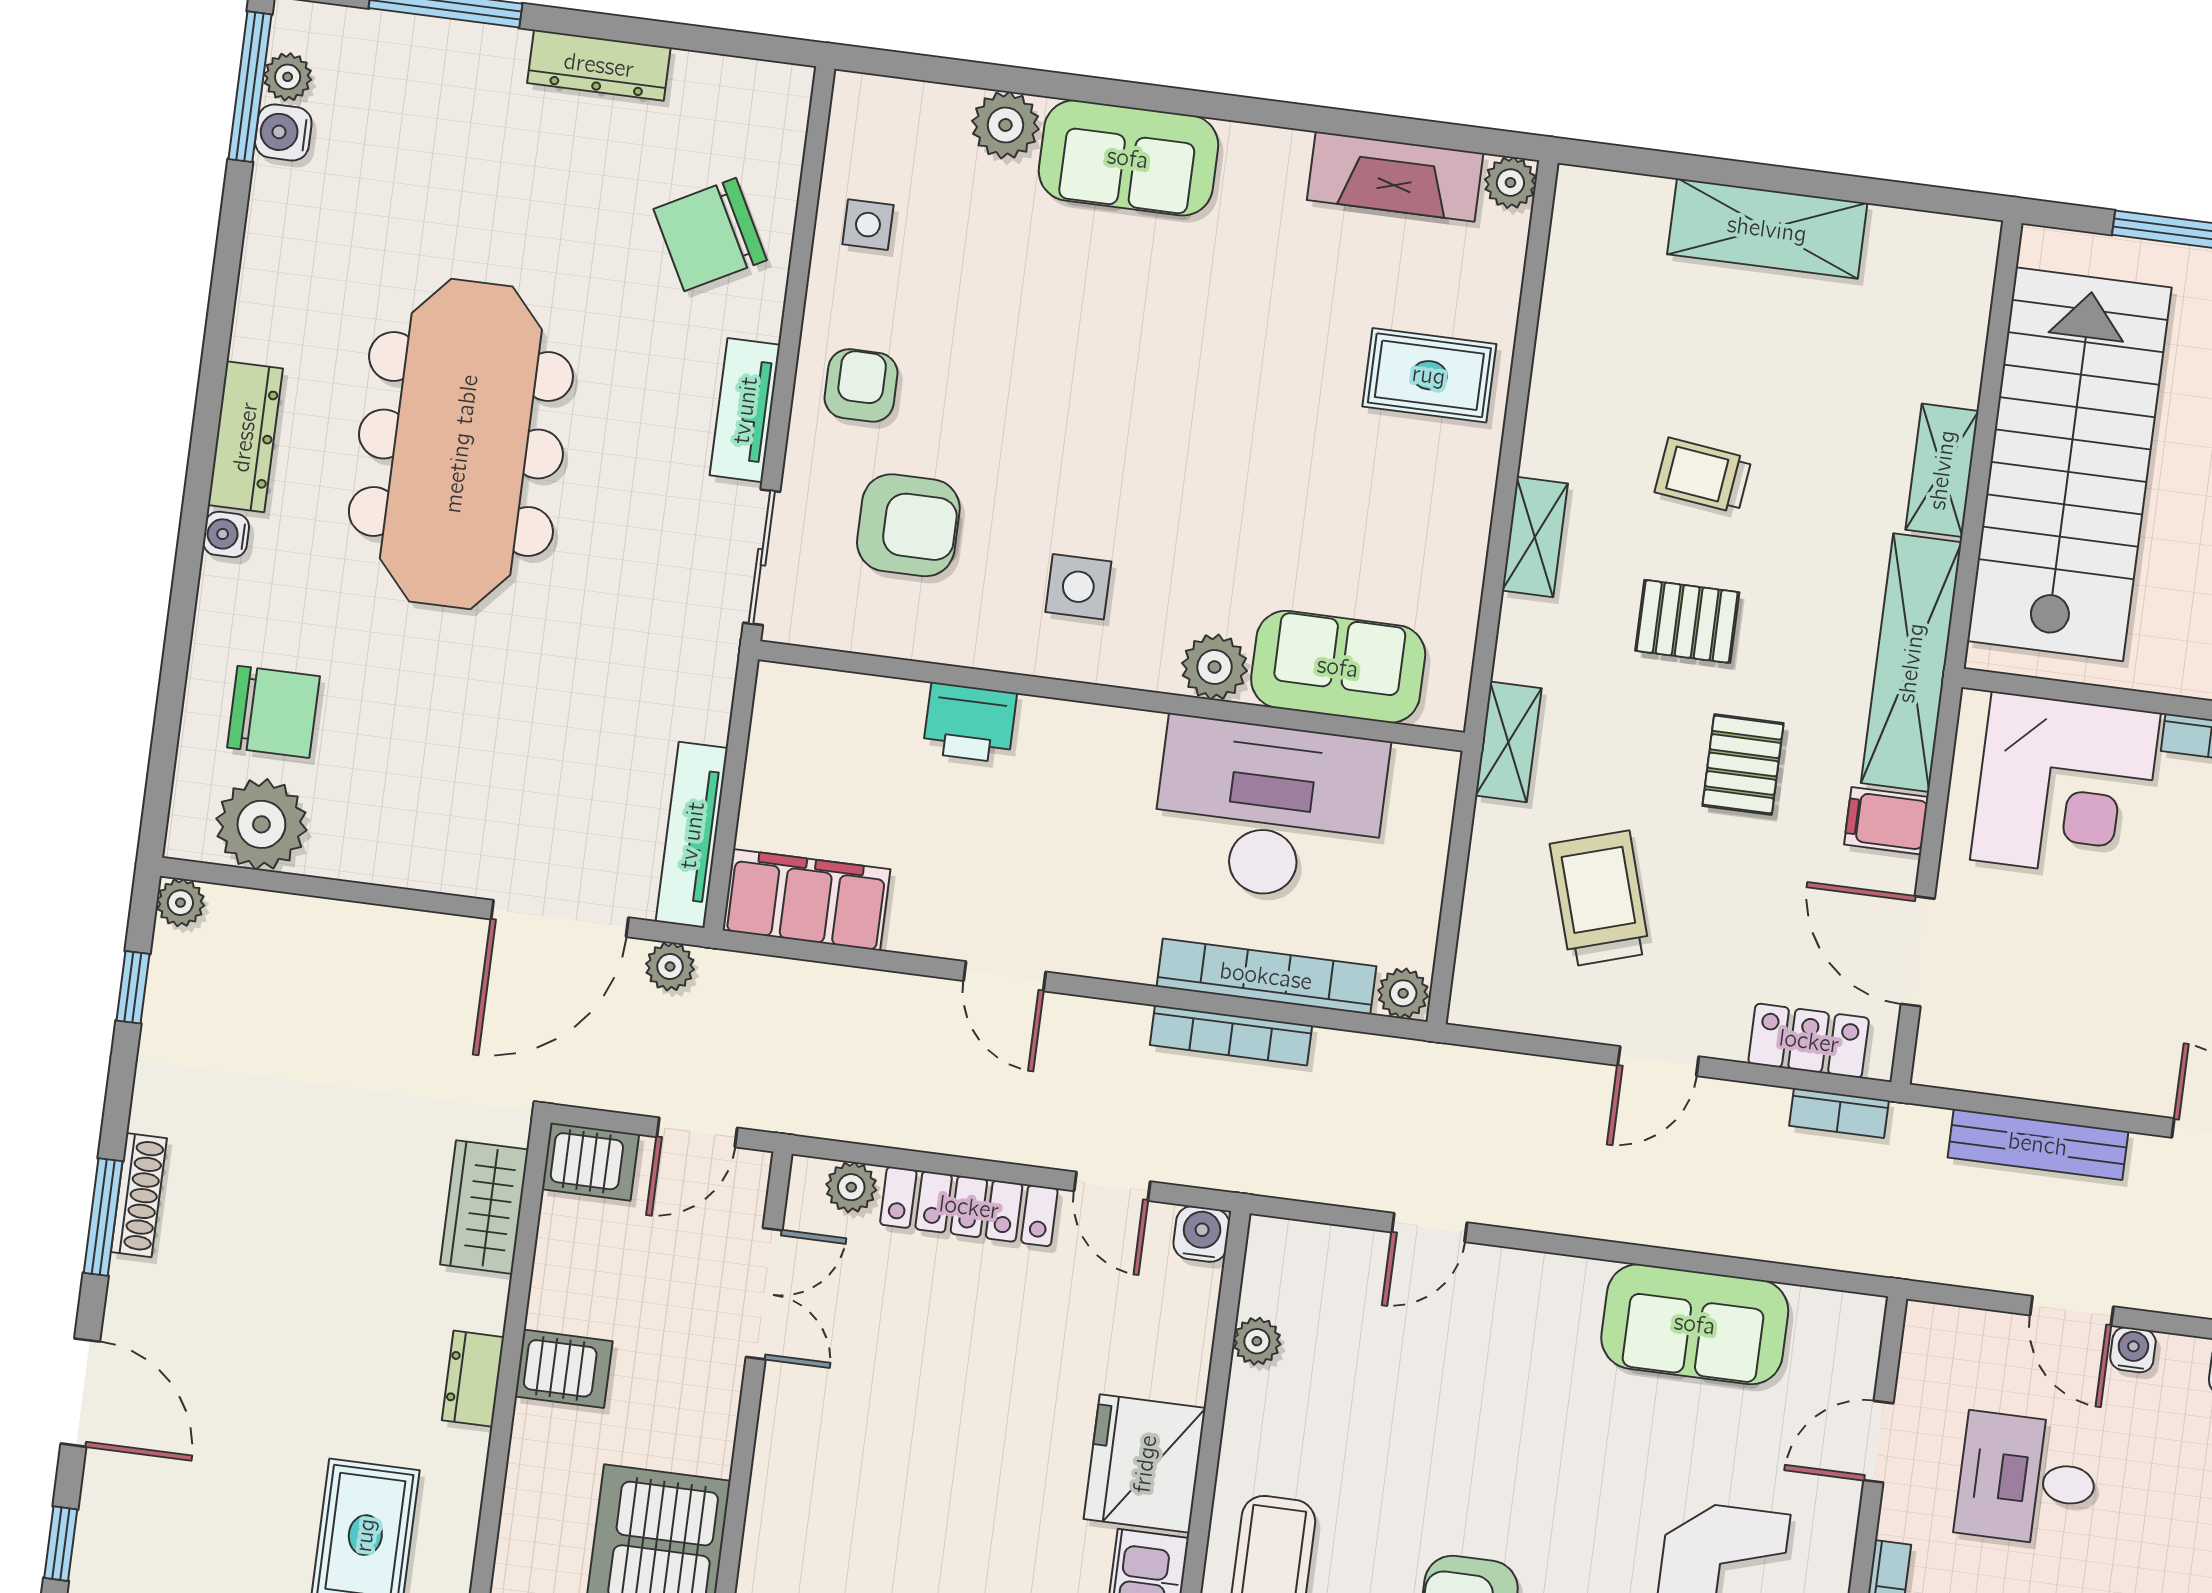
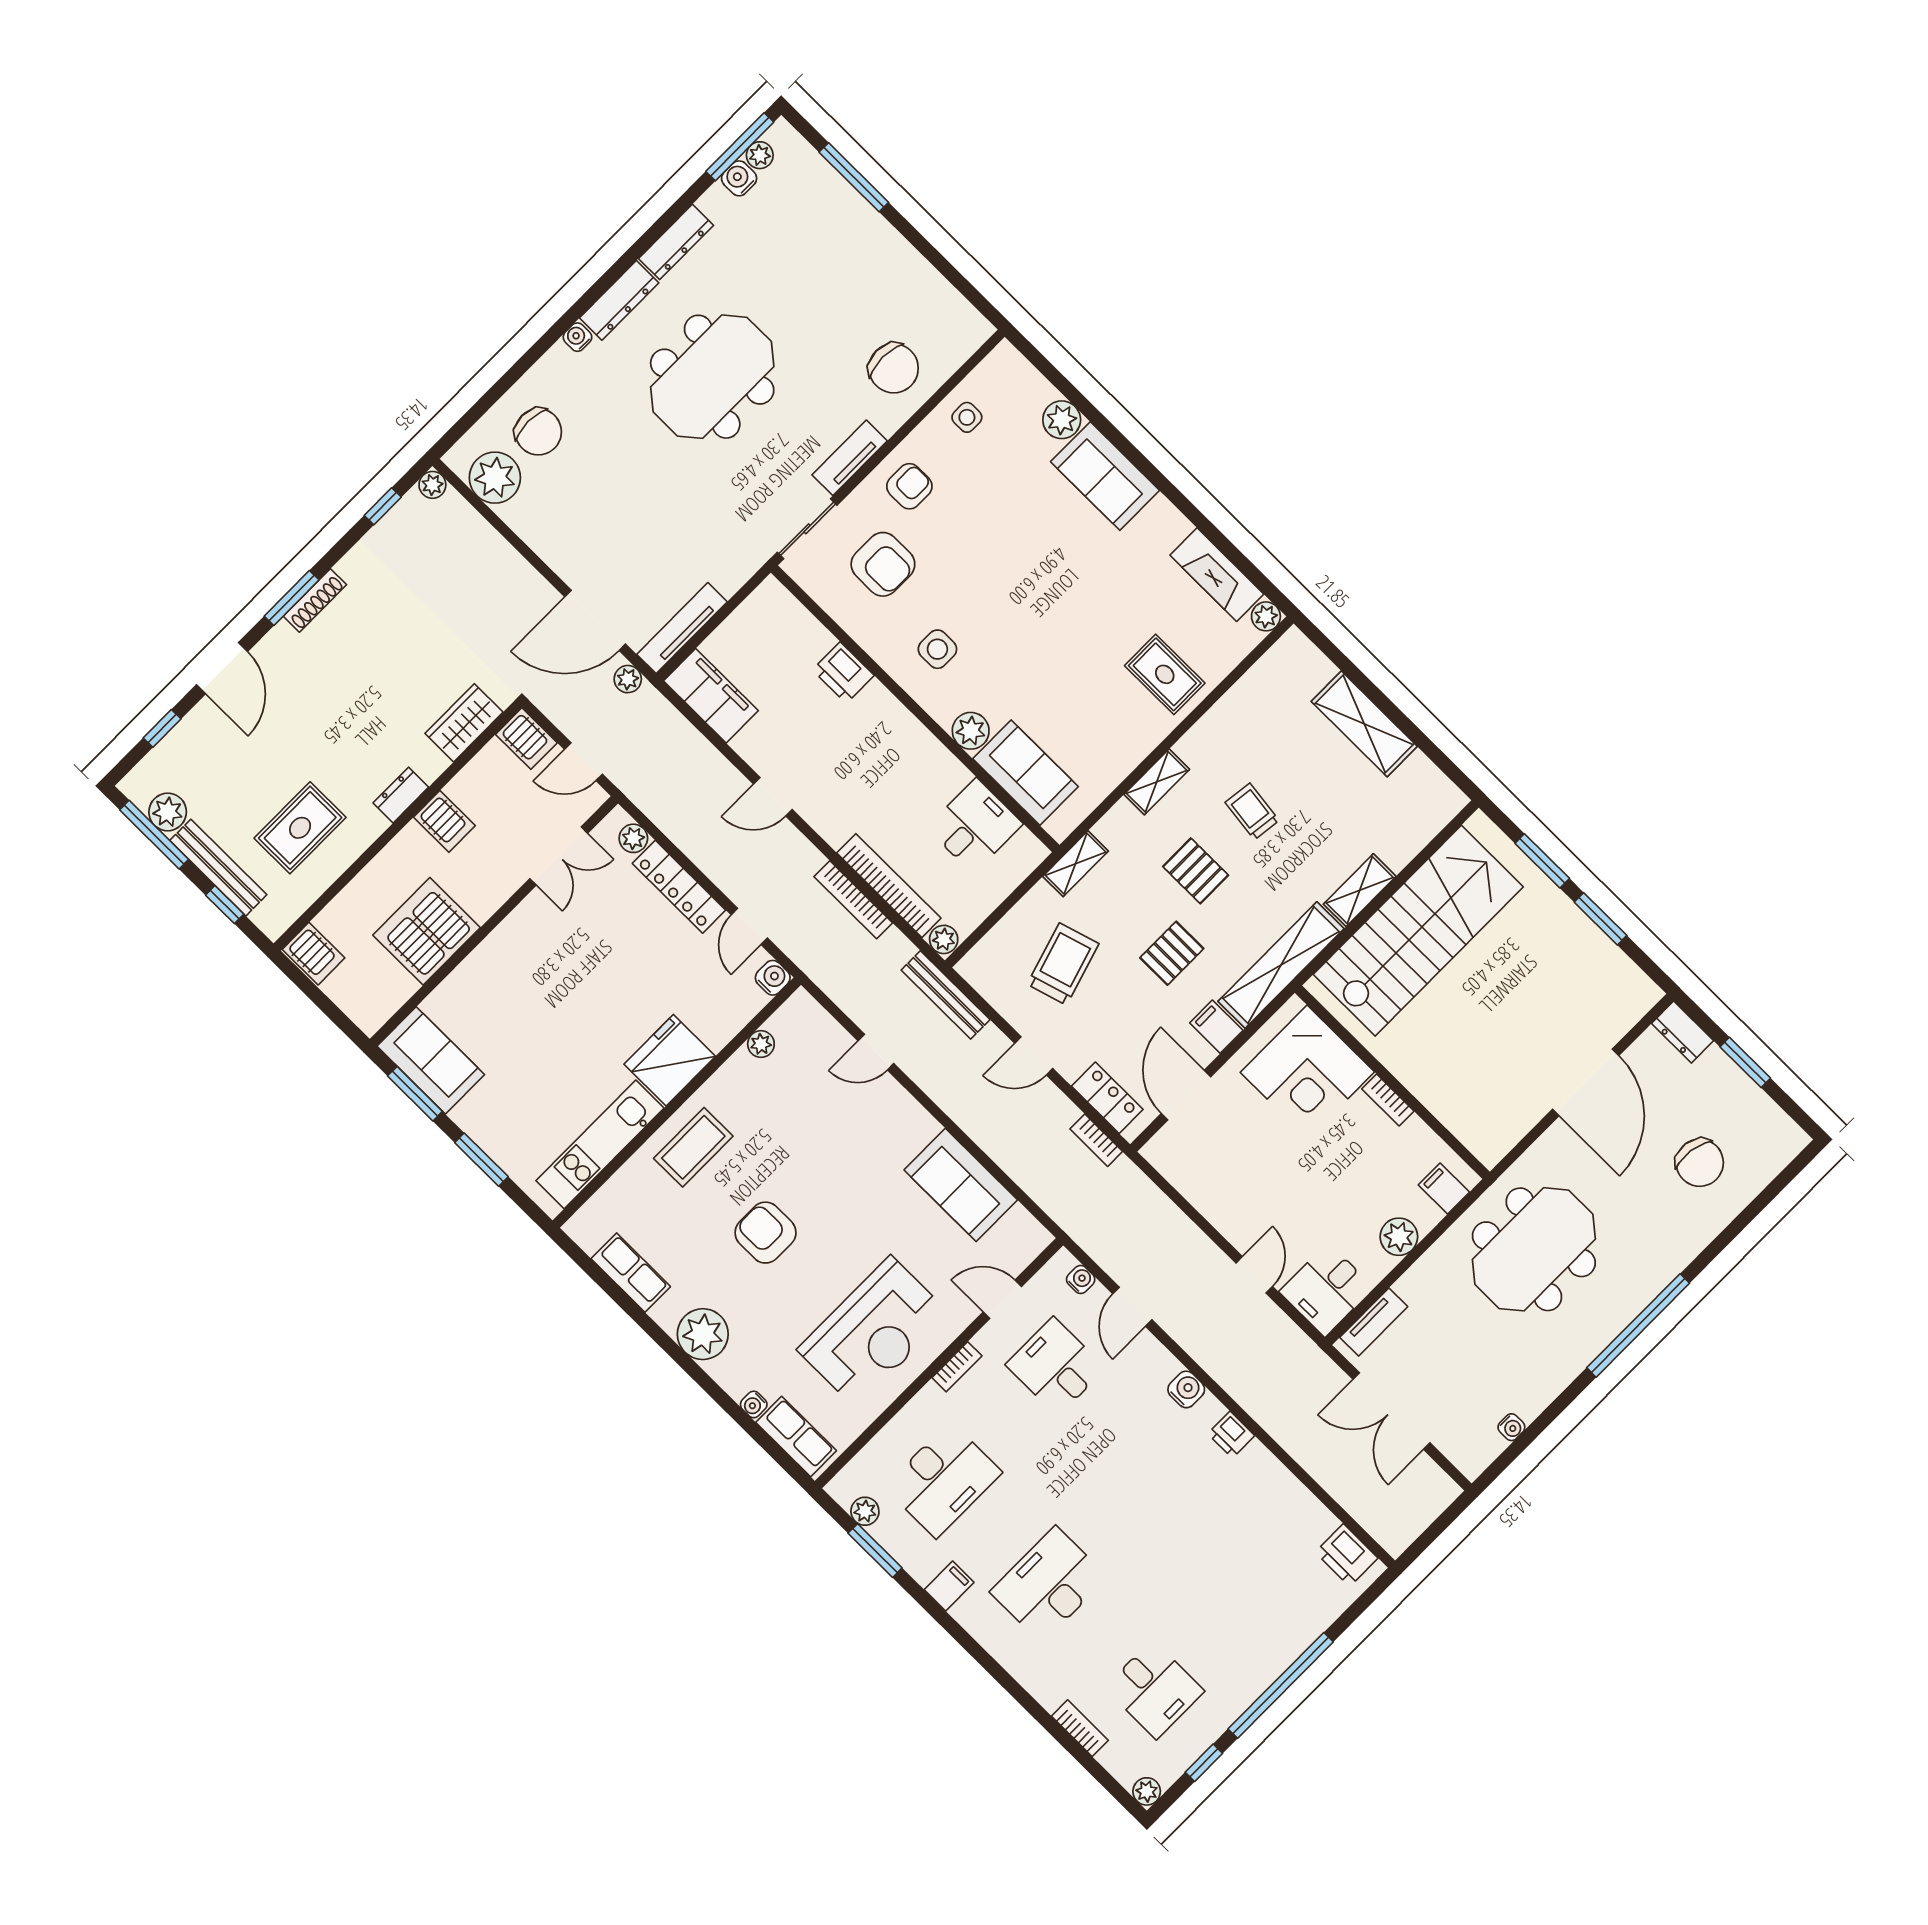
dresser: (599, 65) -> (676, 242), moved, turned -90
chair: (710, 235) -> (894, 368), turned -152
meeting table: (461, 444) -> (712, 377), width x0.73
desk: (1269, 810) -> (975, 826), width x0.53, depth x0.77
door: (1005, 976) -> (773, 797), hinge flipped
bench: (2038, 1144) -> (946, 995), moved
water cooler: (2133, 1350) -> (1081, 1279), moved

